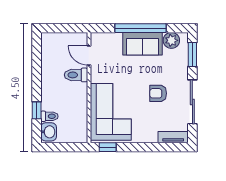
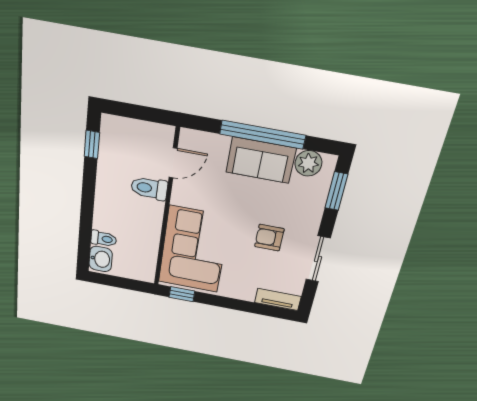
door: (89, 56) -> (173, 163), swing flipped
sliding door: (192, 102) -> (318, 259), width x0.73
window: (37, 110) -> (92, 144), moved

